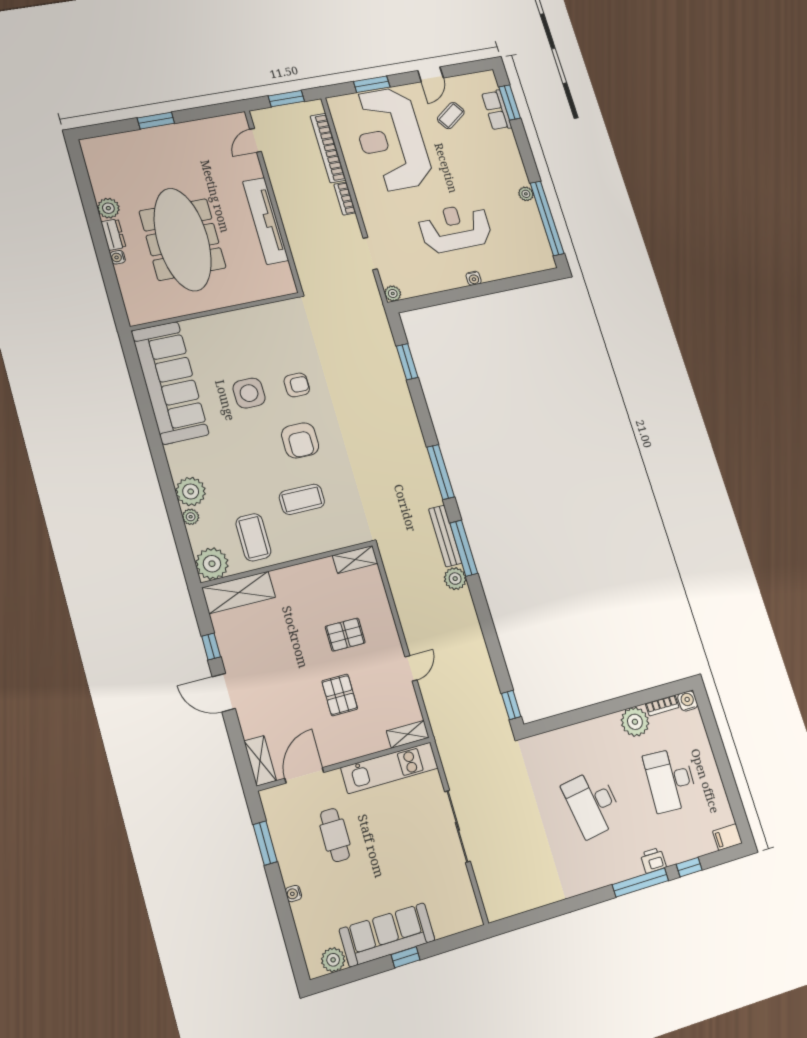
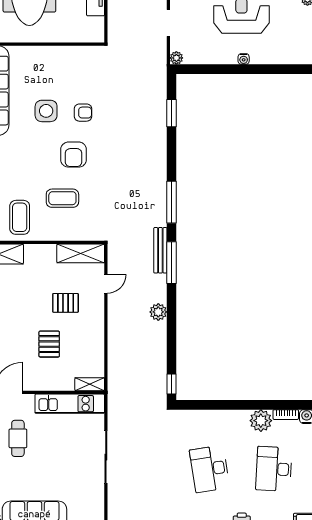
shelving: (355, 559) -> (81, 253), width x1.50, depth x1.33
plant: (455, 579) -> (158, 312), moved
door: (411, 668) -> (106, 284), moved

